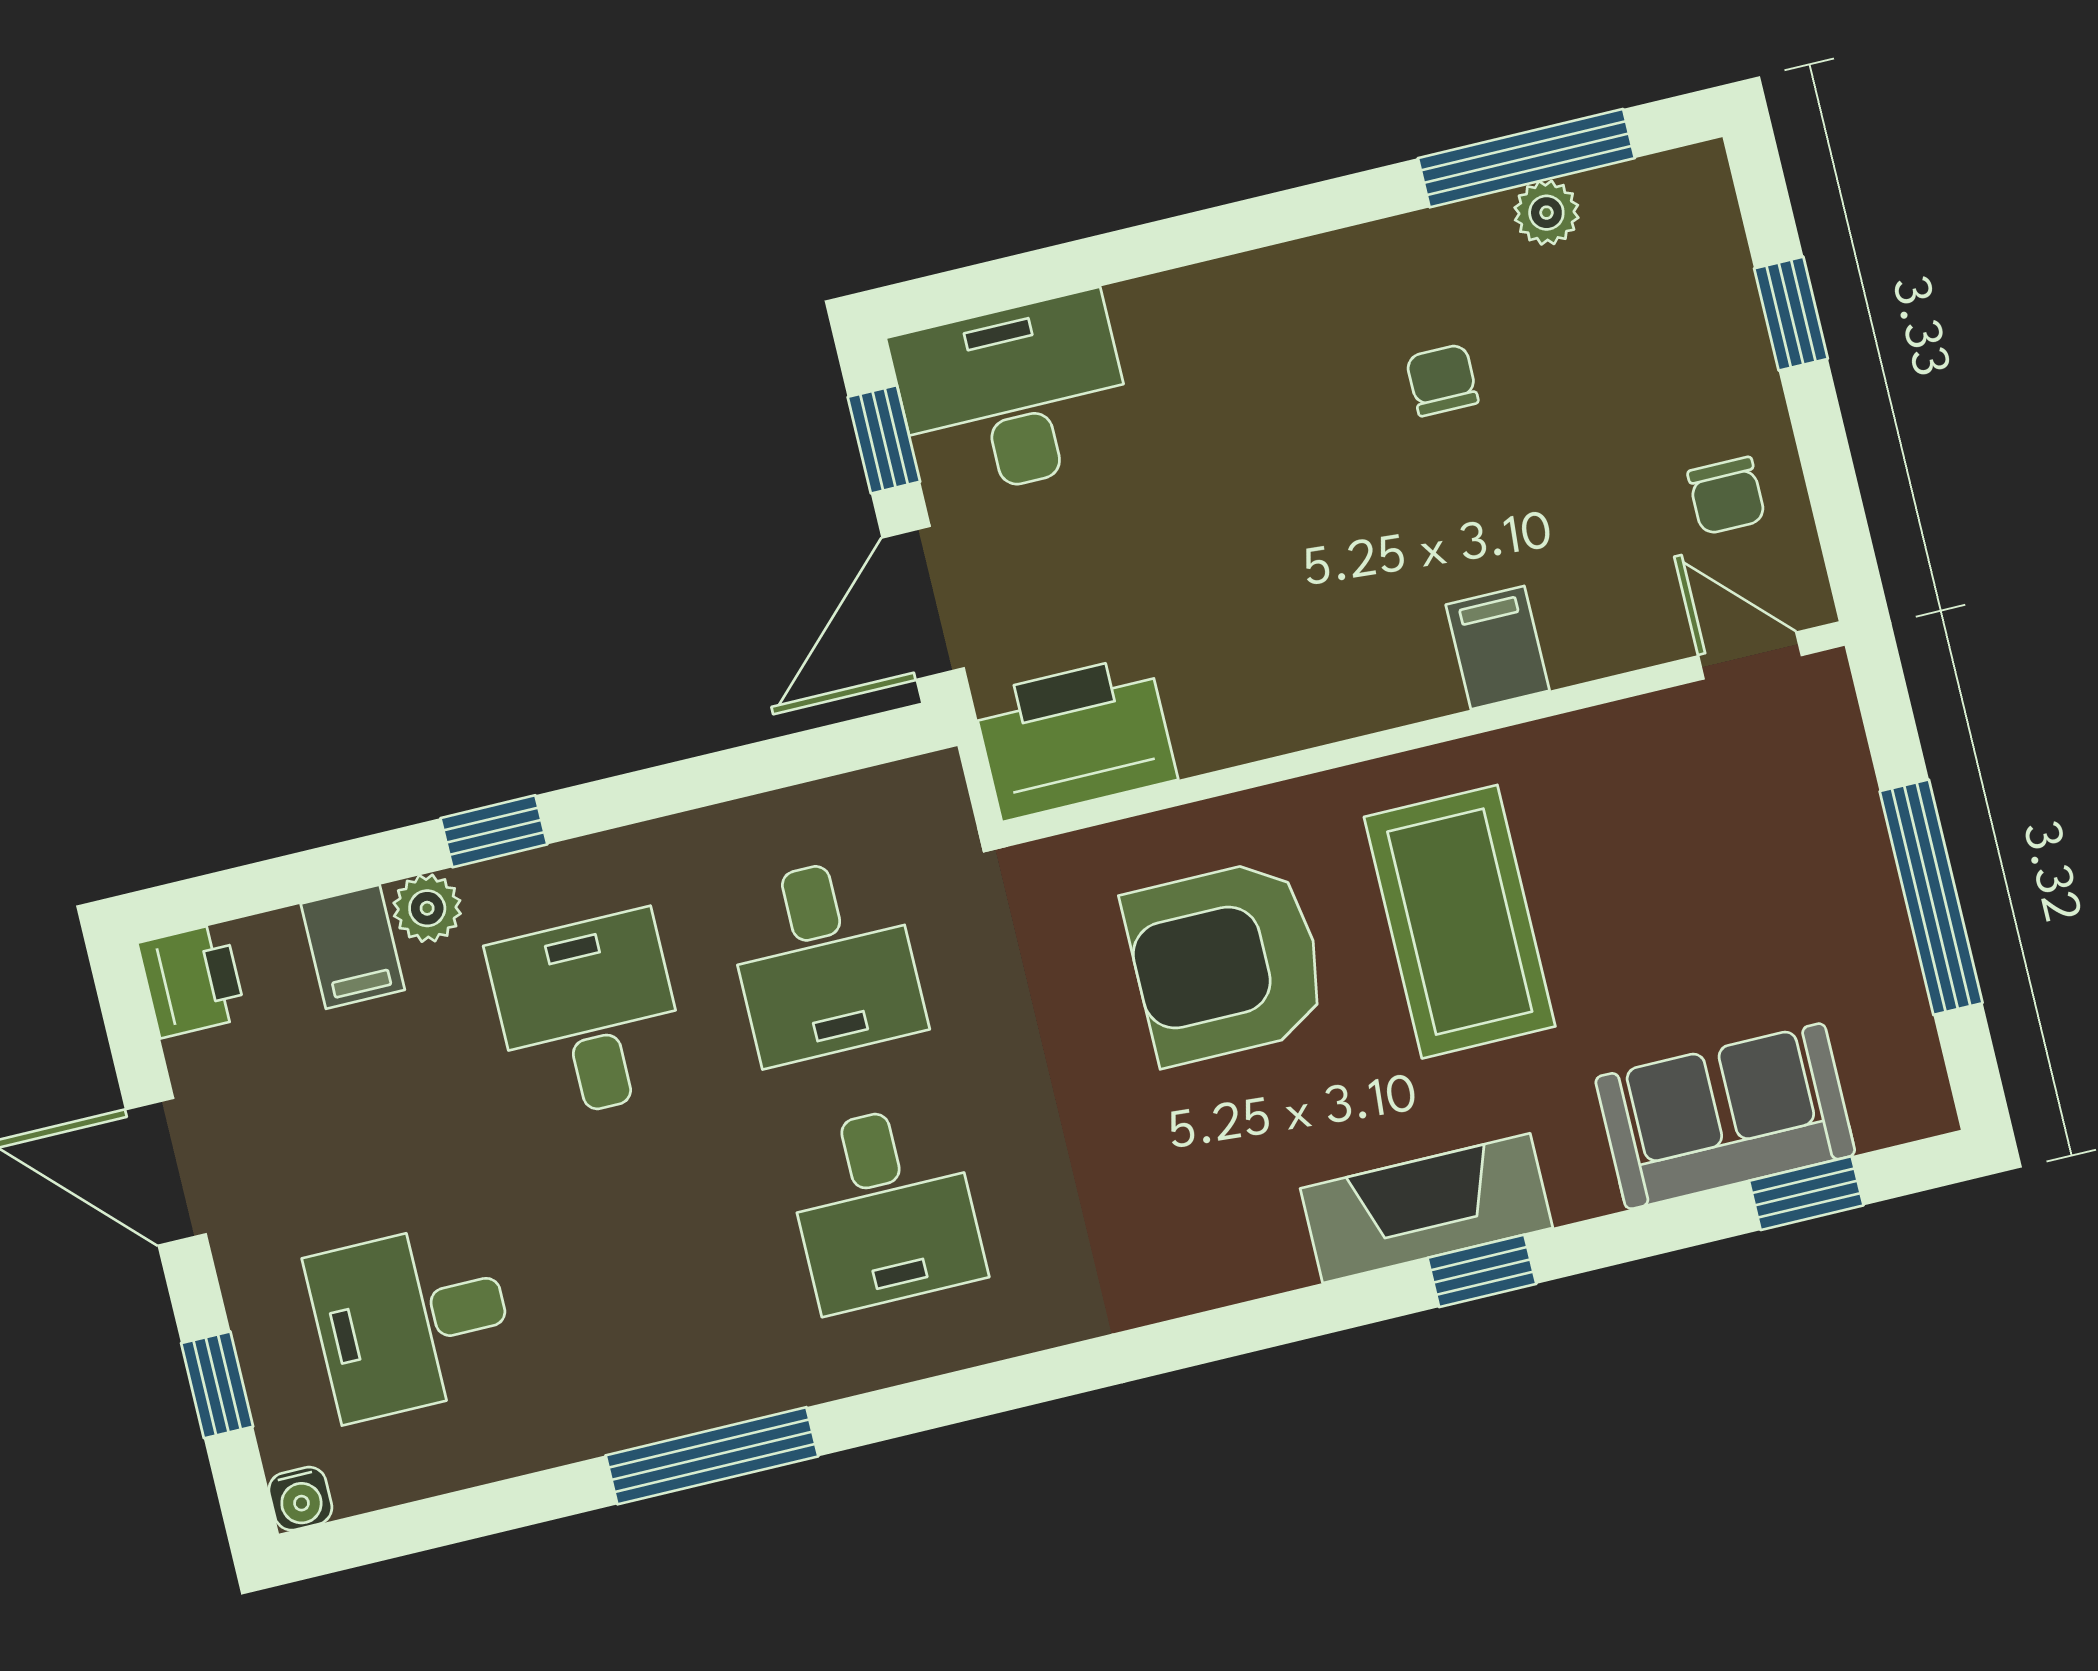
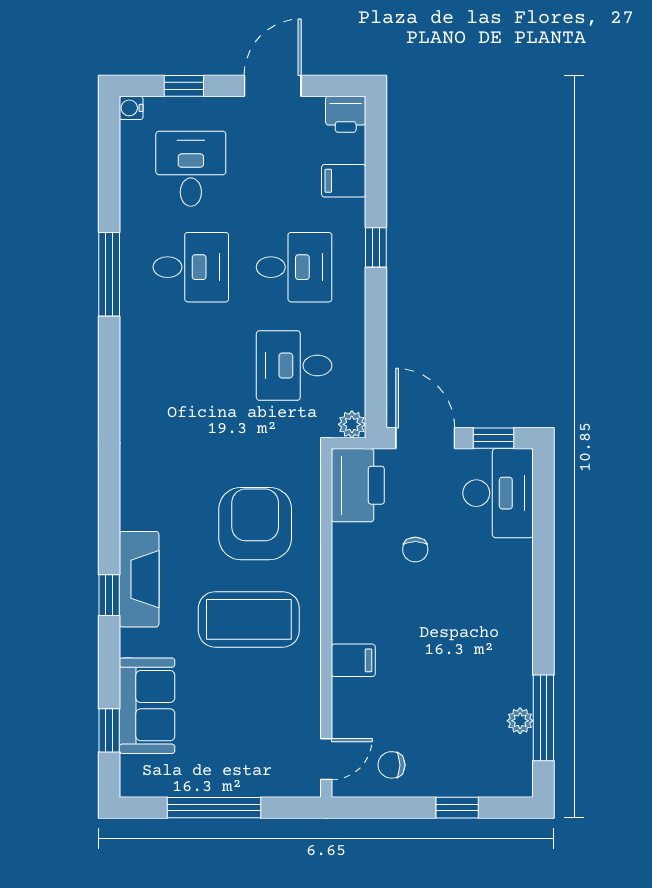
chair: (1442, 380) -> (415, 549), moved, turned 90
plant: (427, 908) -> (352, 424), moved
desk: (884, 1207) -> (191, 267), moved, turned 180

